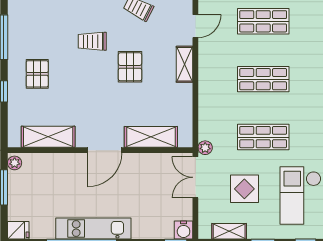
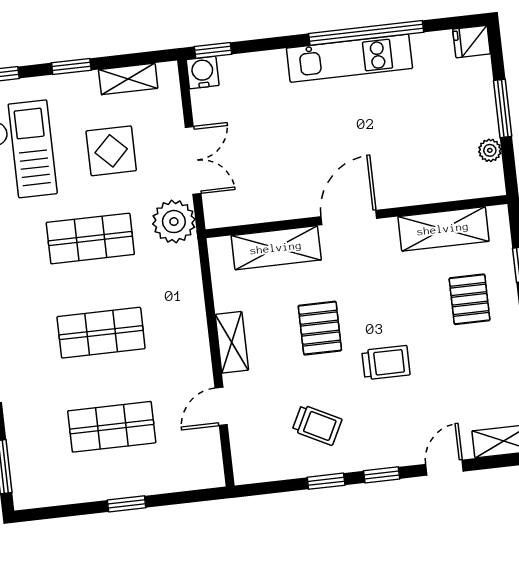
shelving: (48, 137) -> (443, 229), moved
shelving: (151, 137) -> (276, 248), moved
plant: (205, 148) -> (174, 222), width x1.87, depth x1.87
wall: (100, 150) -> (356, 217), moved
door: (105, 150) -> (349, 217), moved

